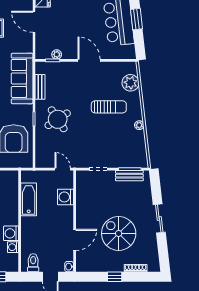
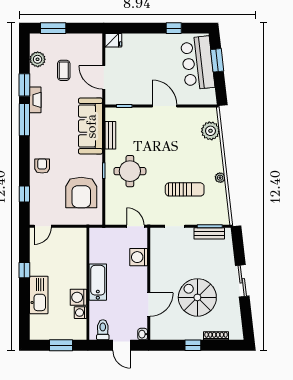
door: (34, 22) -> (104, 77), moved
plant: (57, 54) -> (129, 99), removed
sun lounger: (109, 107) -> (185, 189), moved
round table: (58, 119) -> (130, 171), turned 33
bathtub: (29, 199) -> (98, 282), moved

